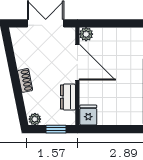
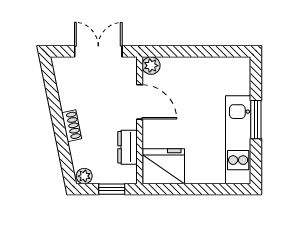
door: (77, 62) -> (140, 102), width x0.73
fridge: (88, 115) -> (164, 166), width x1.88, depth x1.34

